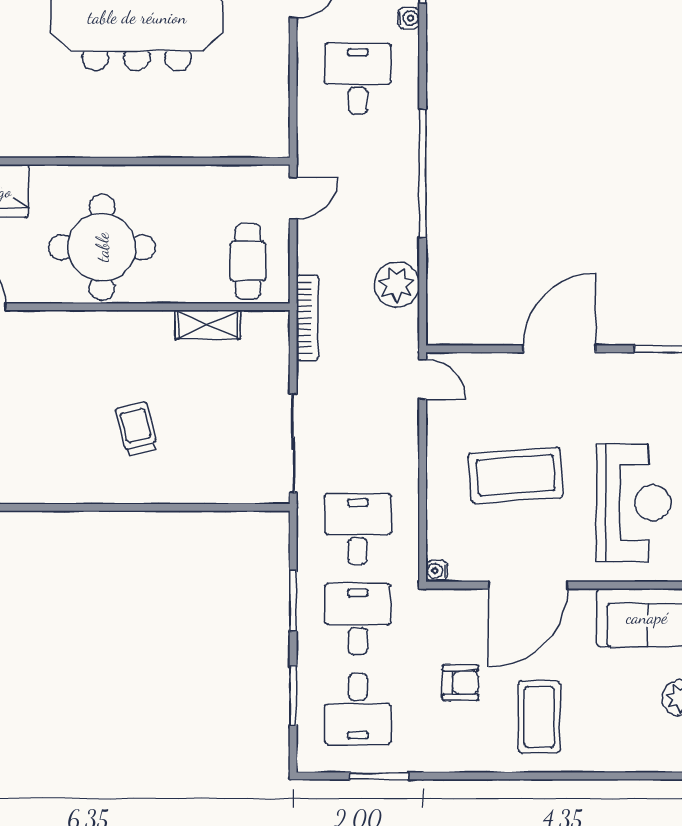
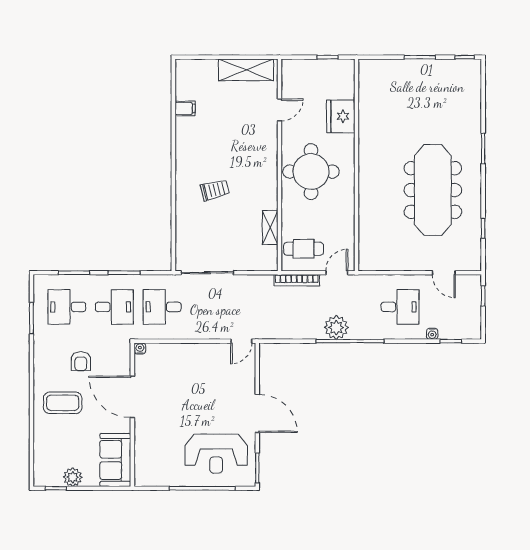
door: (293, 198) -> (337, 273), swing flipped
plant: (397, 284) -> (336, 327), moved
bookcase: (307, 318) -> (297, 280), moved
coffee table: (516, 475) -> (190, 390), removed
reception desk: (634, 503) -> (216, 454), moved
desk: (358, 529) -> (162, 307), turned 180

